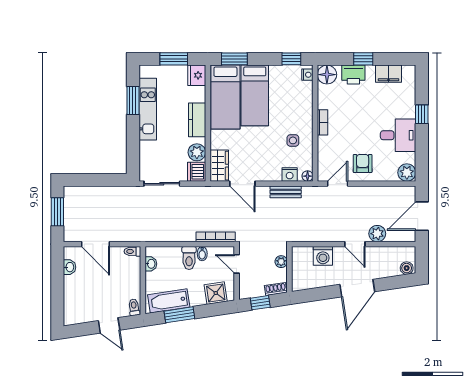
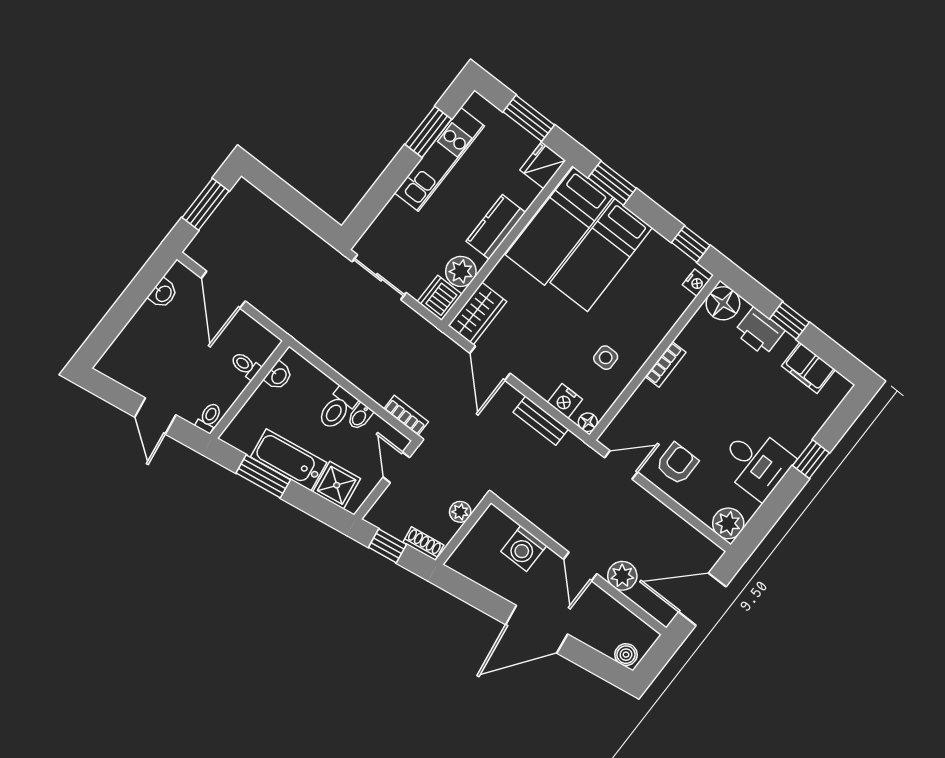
bookcase: (216, 237) -> (406, 415), width x0.64
toilet: (132, 251) -> (246, 366), moved
bathtub: (169, 301) -> (289, 460), moved

